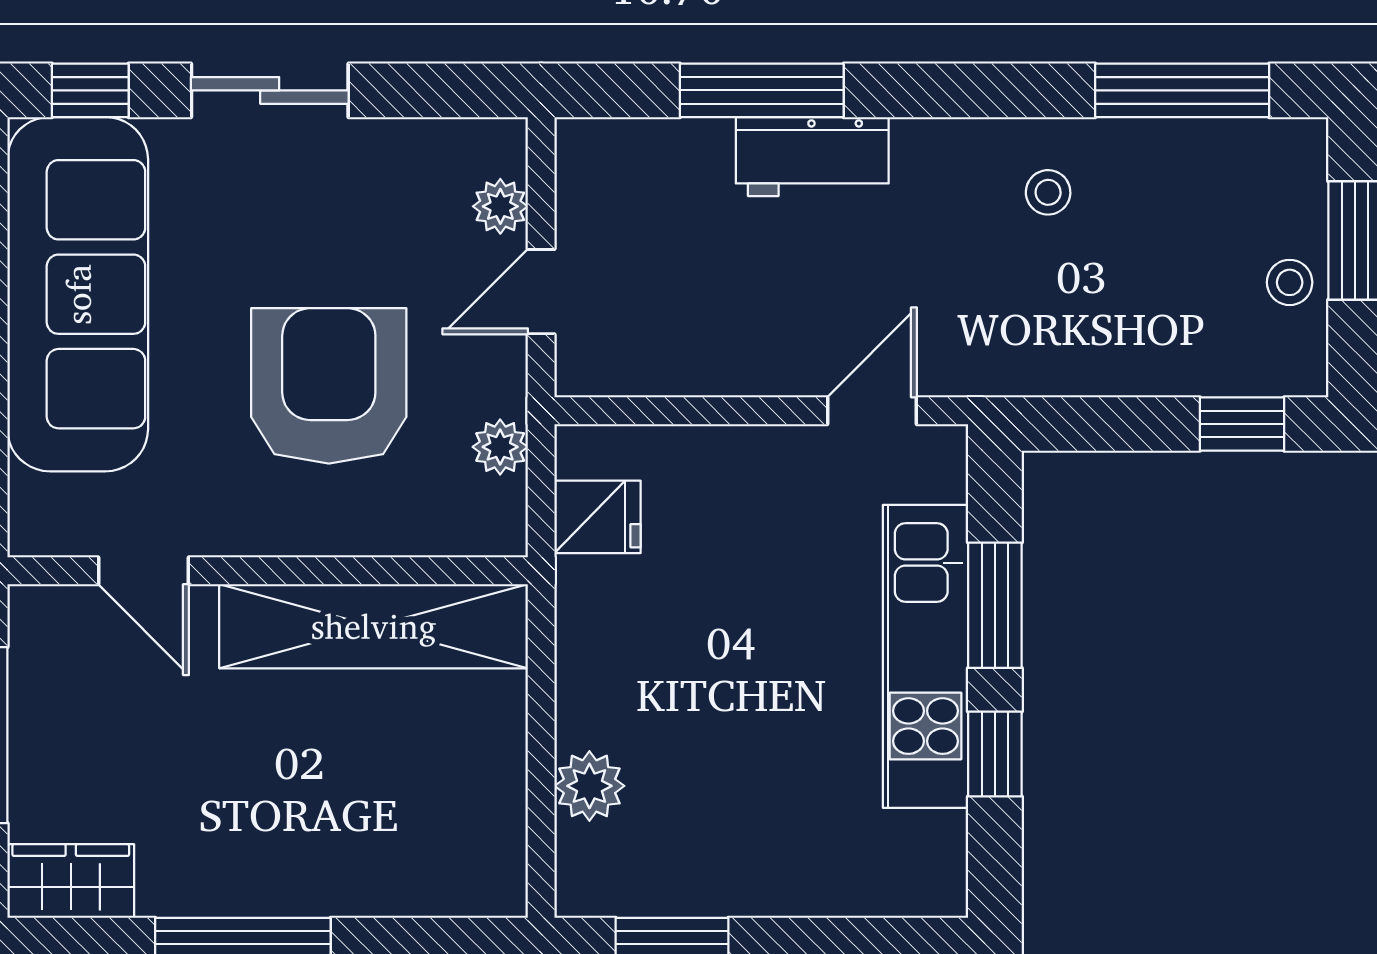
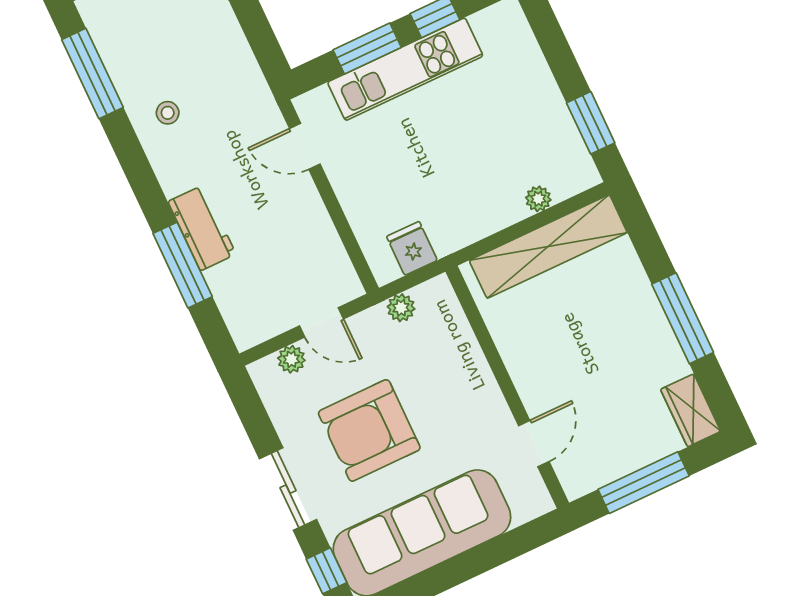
armchair: (329, 386) -> (369, 430), moved
shelving: (374, 626) -> (548, 246), moved, turned 90
plant: (589, 786) -> (538, 199), width x0.73, depth x0.73

